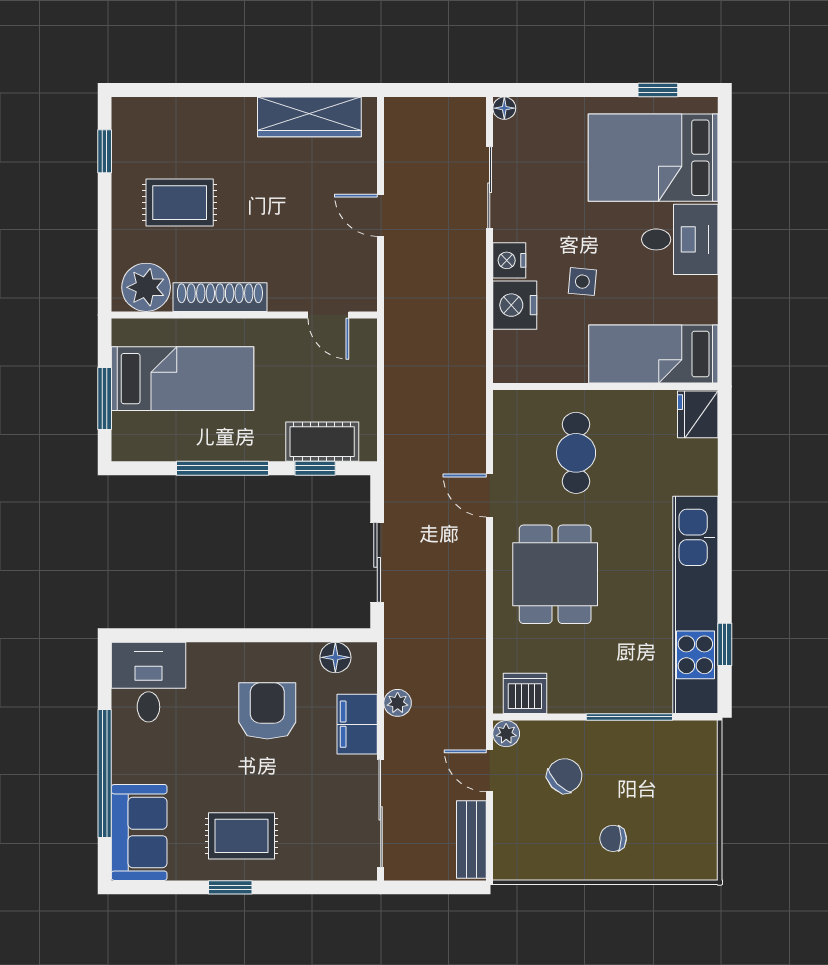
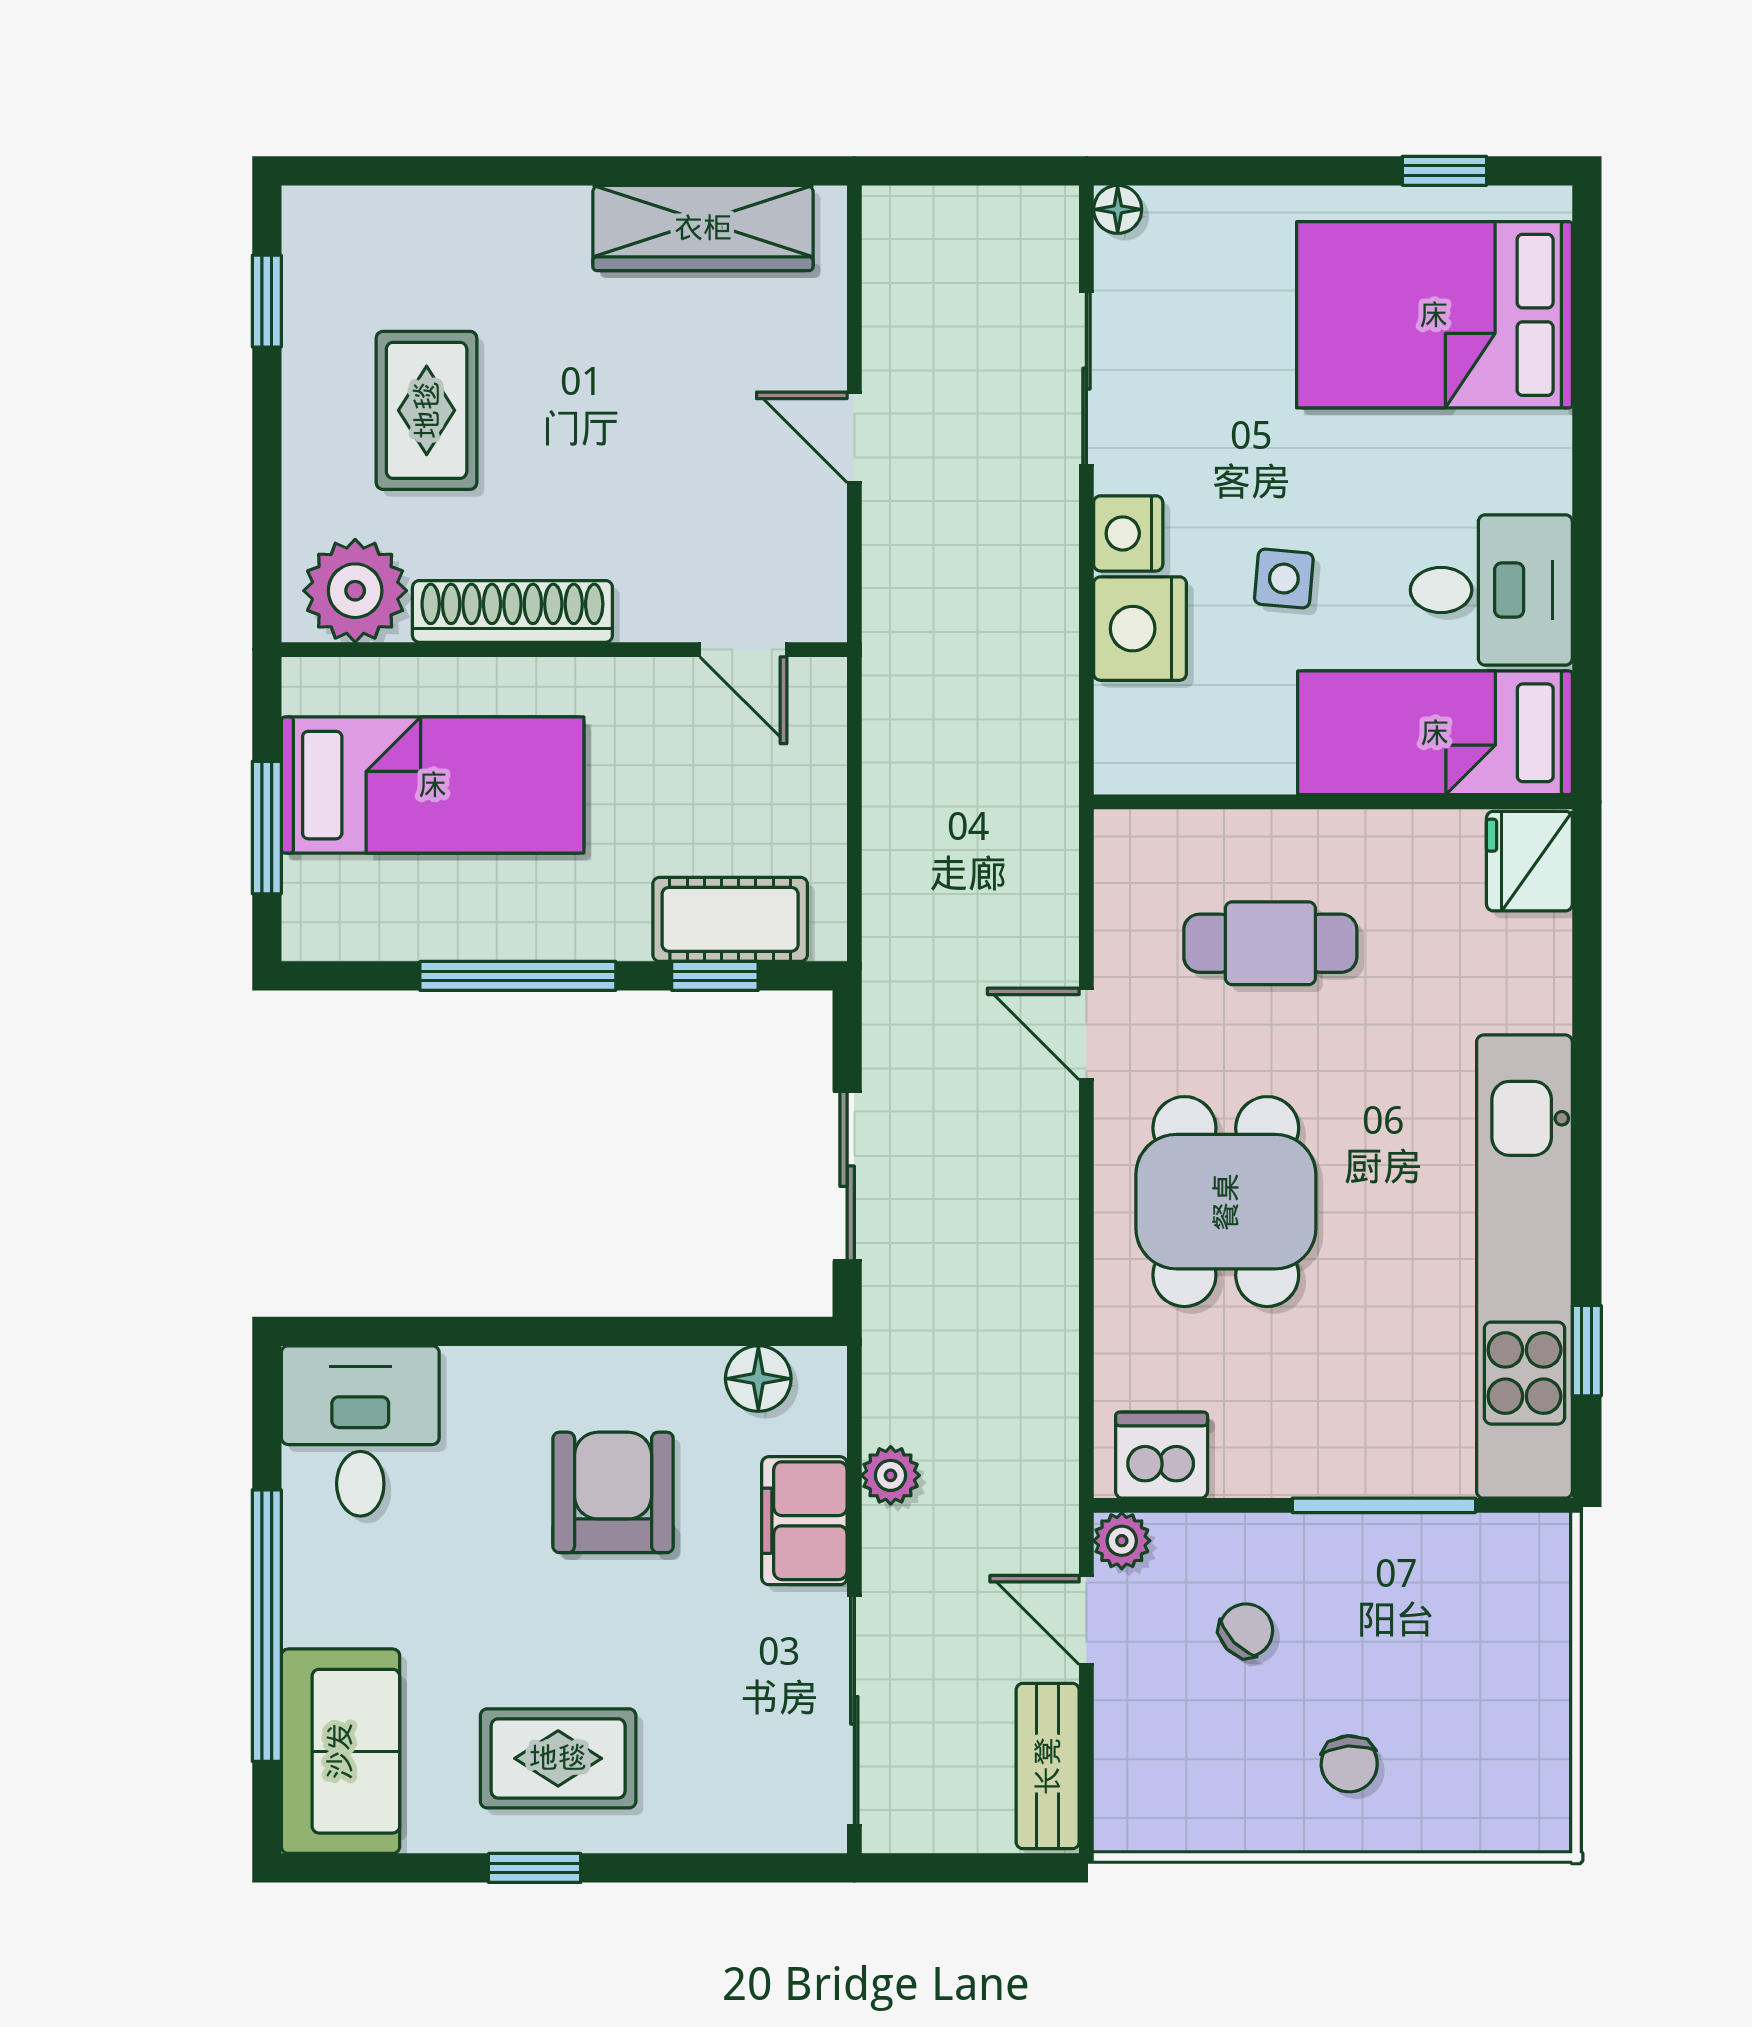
rug: (180, 203) -> (427, 410), turned 90
desk: (680, 239) -> (1491, 590), moved
cafe table: (576, 453) -> (1270, 943), turned 90
chair: (565, 776) -> (1246, 1630), width x0.73, depth x0.73
chair: (613, 838) -> (1349, 1764), turned -94

